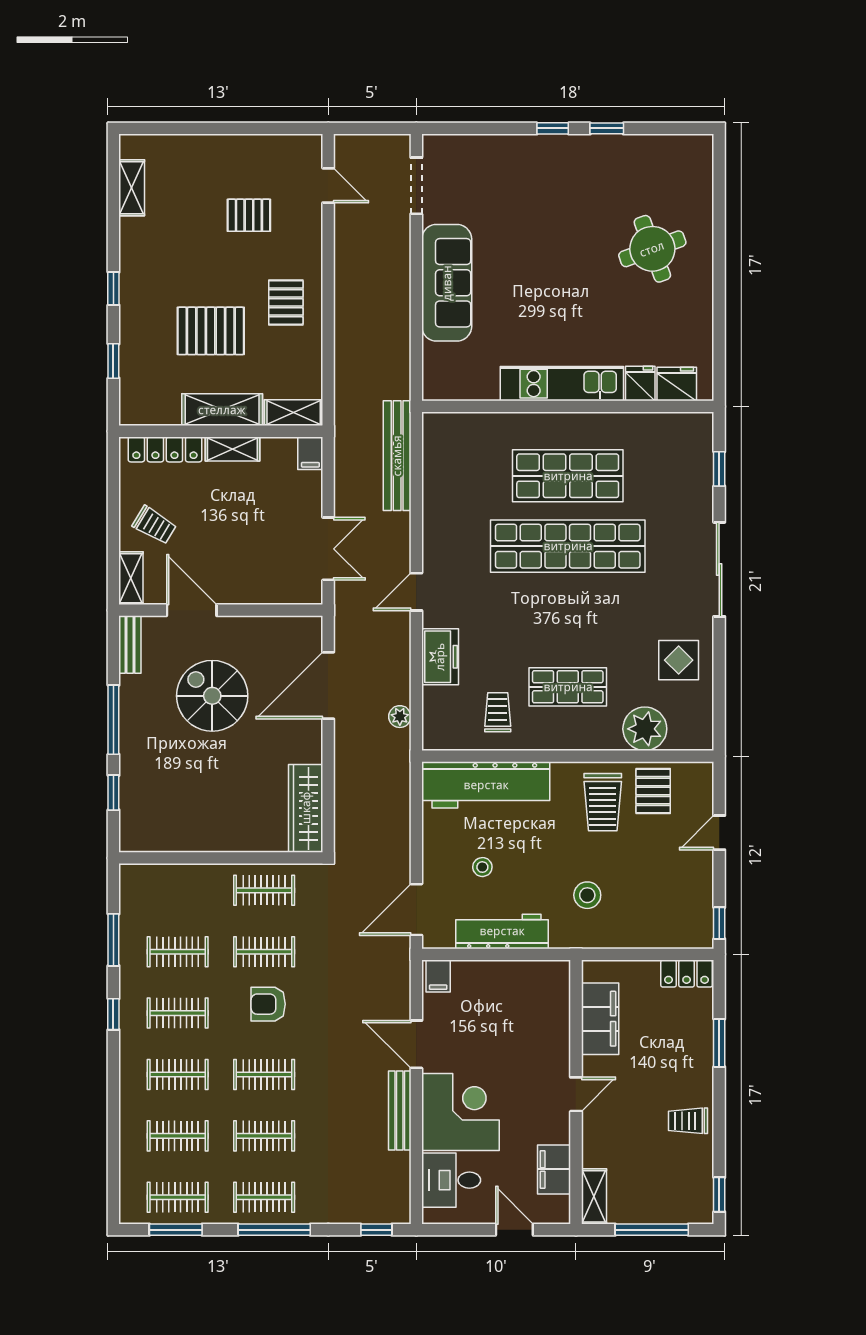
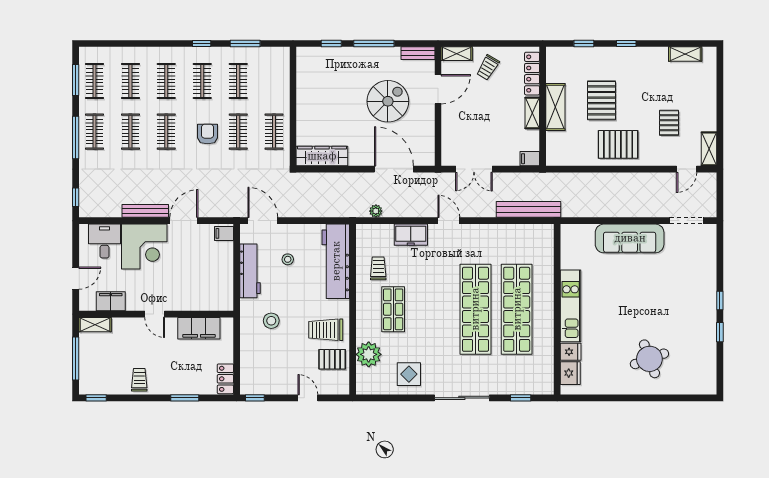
pallet: (286, 302) -> (618, 144), width x1.50, depth x1.42
shelving: (294, 413) -> (709, 149), moved
shop shelf: (568, 476) -> (517, 309), width x1.40
trolley: (498, 712) -> (378, 268), turned -90

